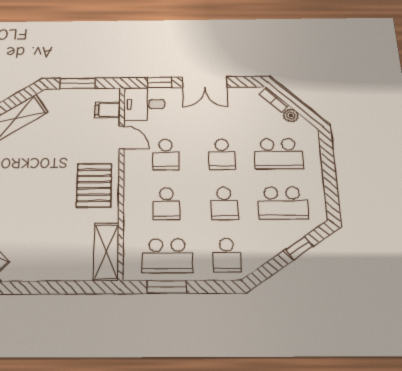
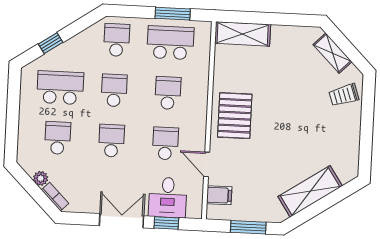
desk: (144, 104) -> (168, 197), moved, turned 90
school desk: (279, 154) -> (58, 138), width x0.54
shelving: (106, 252) -> (243, 34), moved, turned 90

